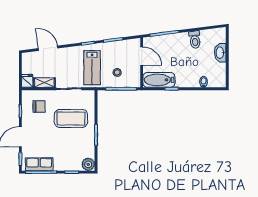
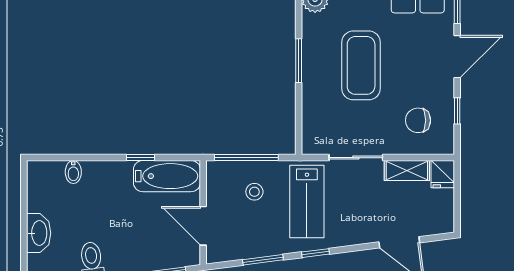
lab bench: (92, 68) -> (307, 202), turned 180
coffee table: (71, 119) -> (361, 65), moved, turned 90

